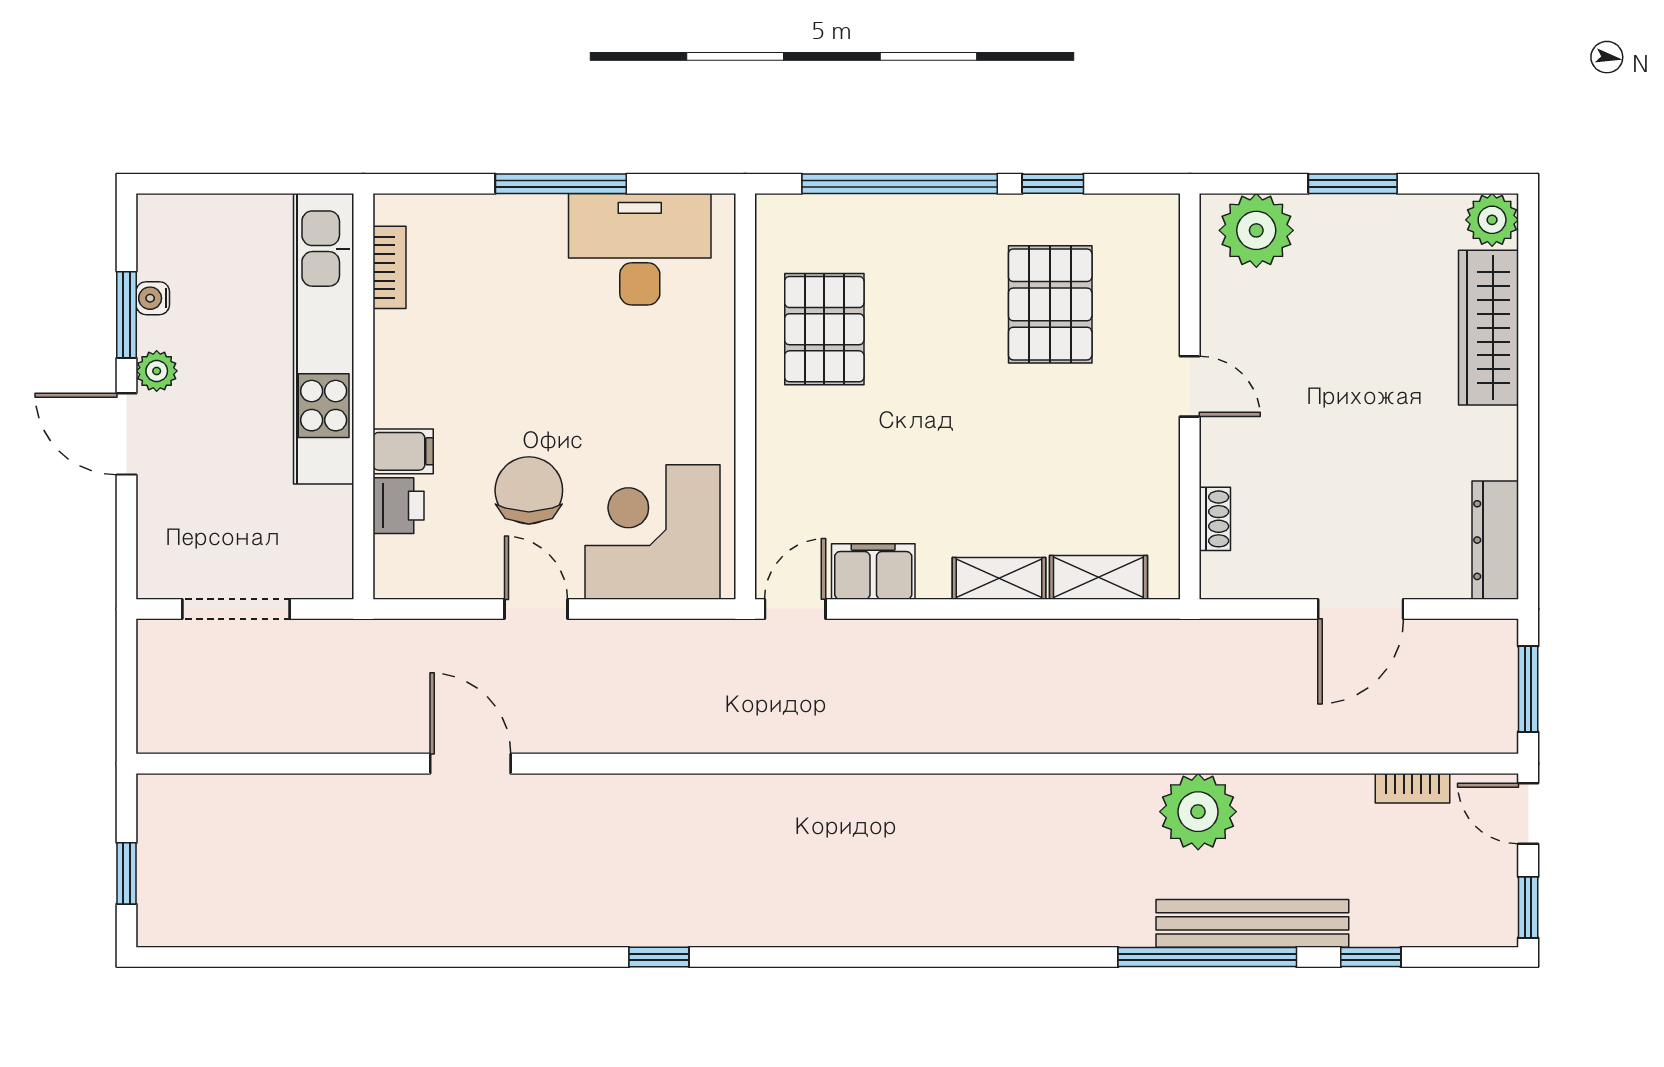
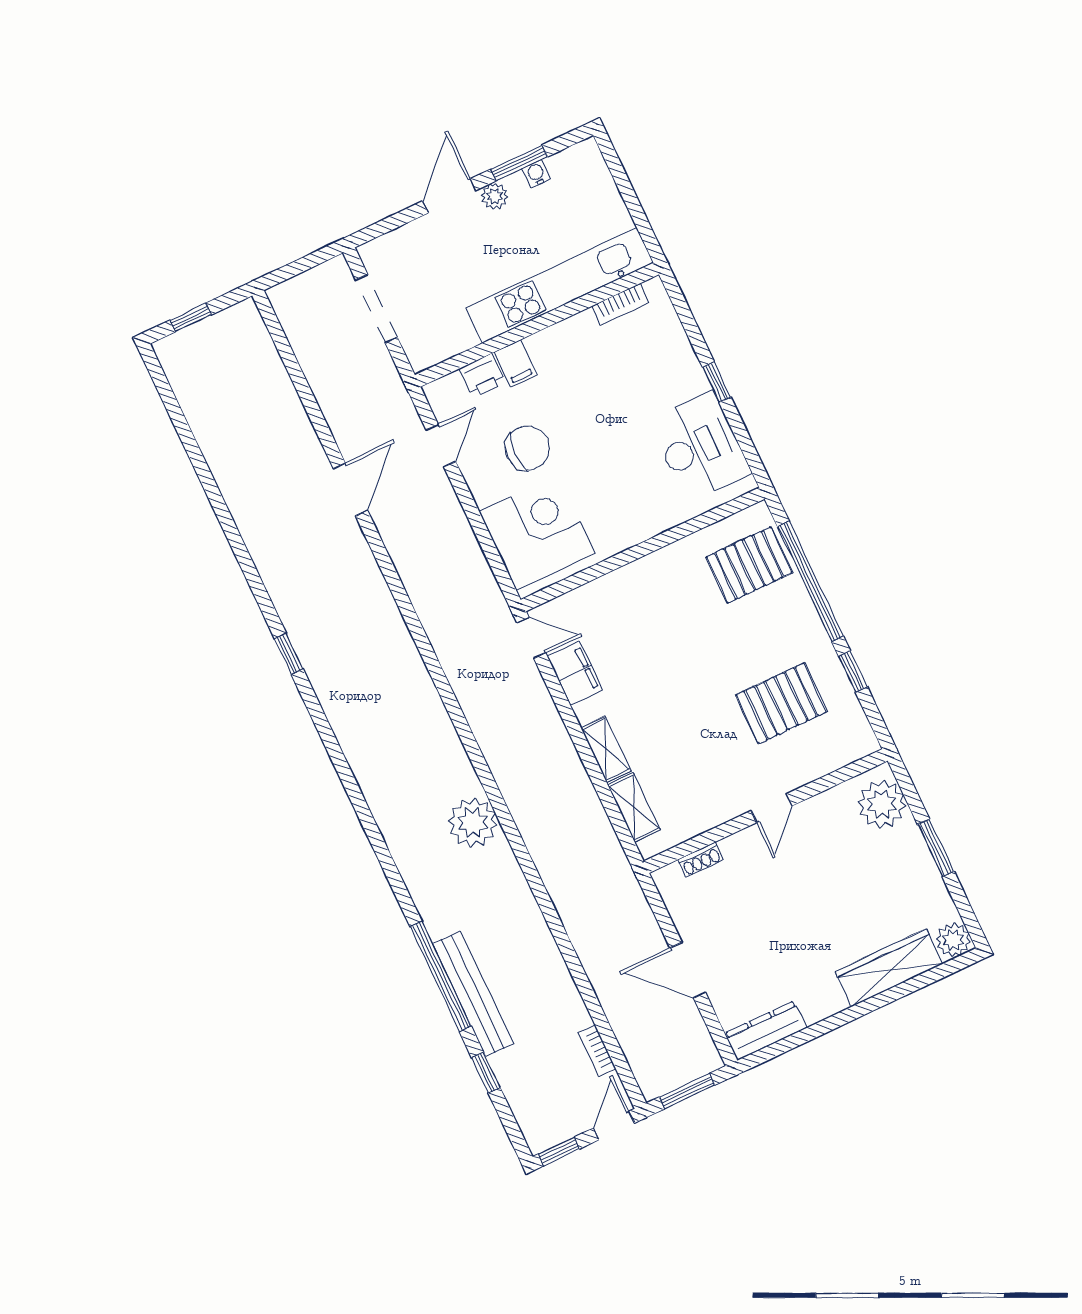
window: (561, 184) -> (717, 382), width x0.46
pallet: (824, 329) -> (749, 565), moved
door: (536, 609) -> (441, 446), moved
plant: (1198, 812) -> (473, 823), moved

